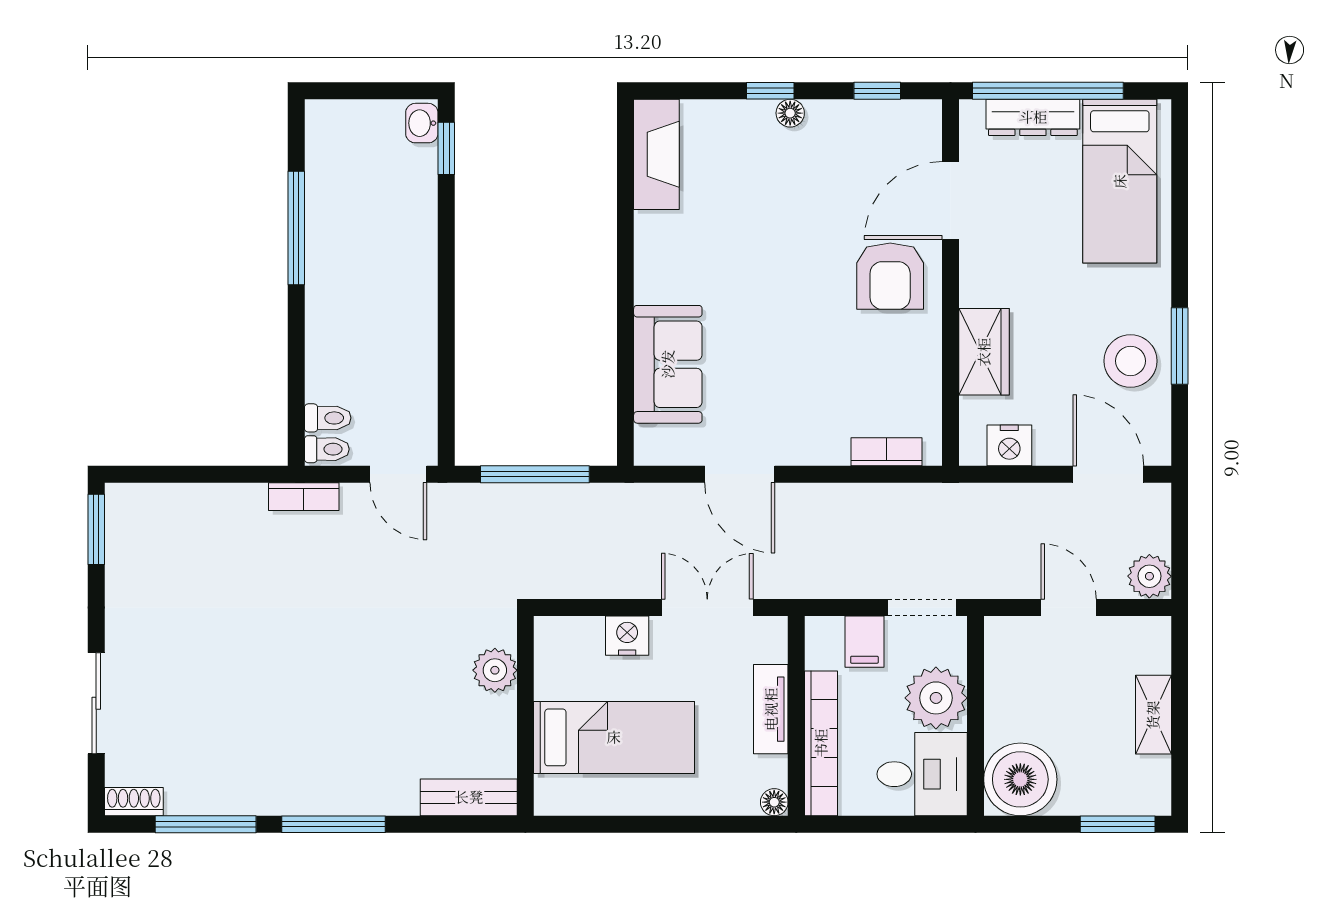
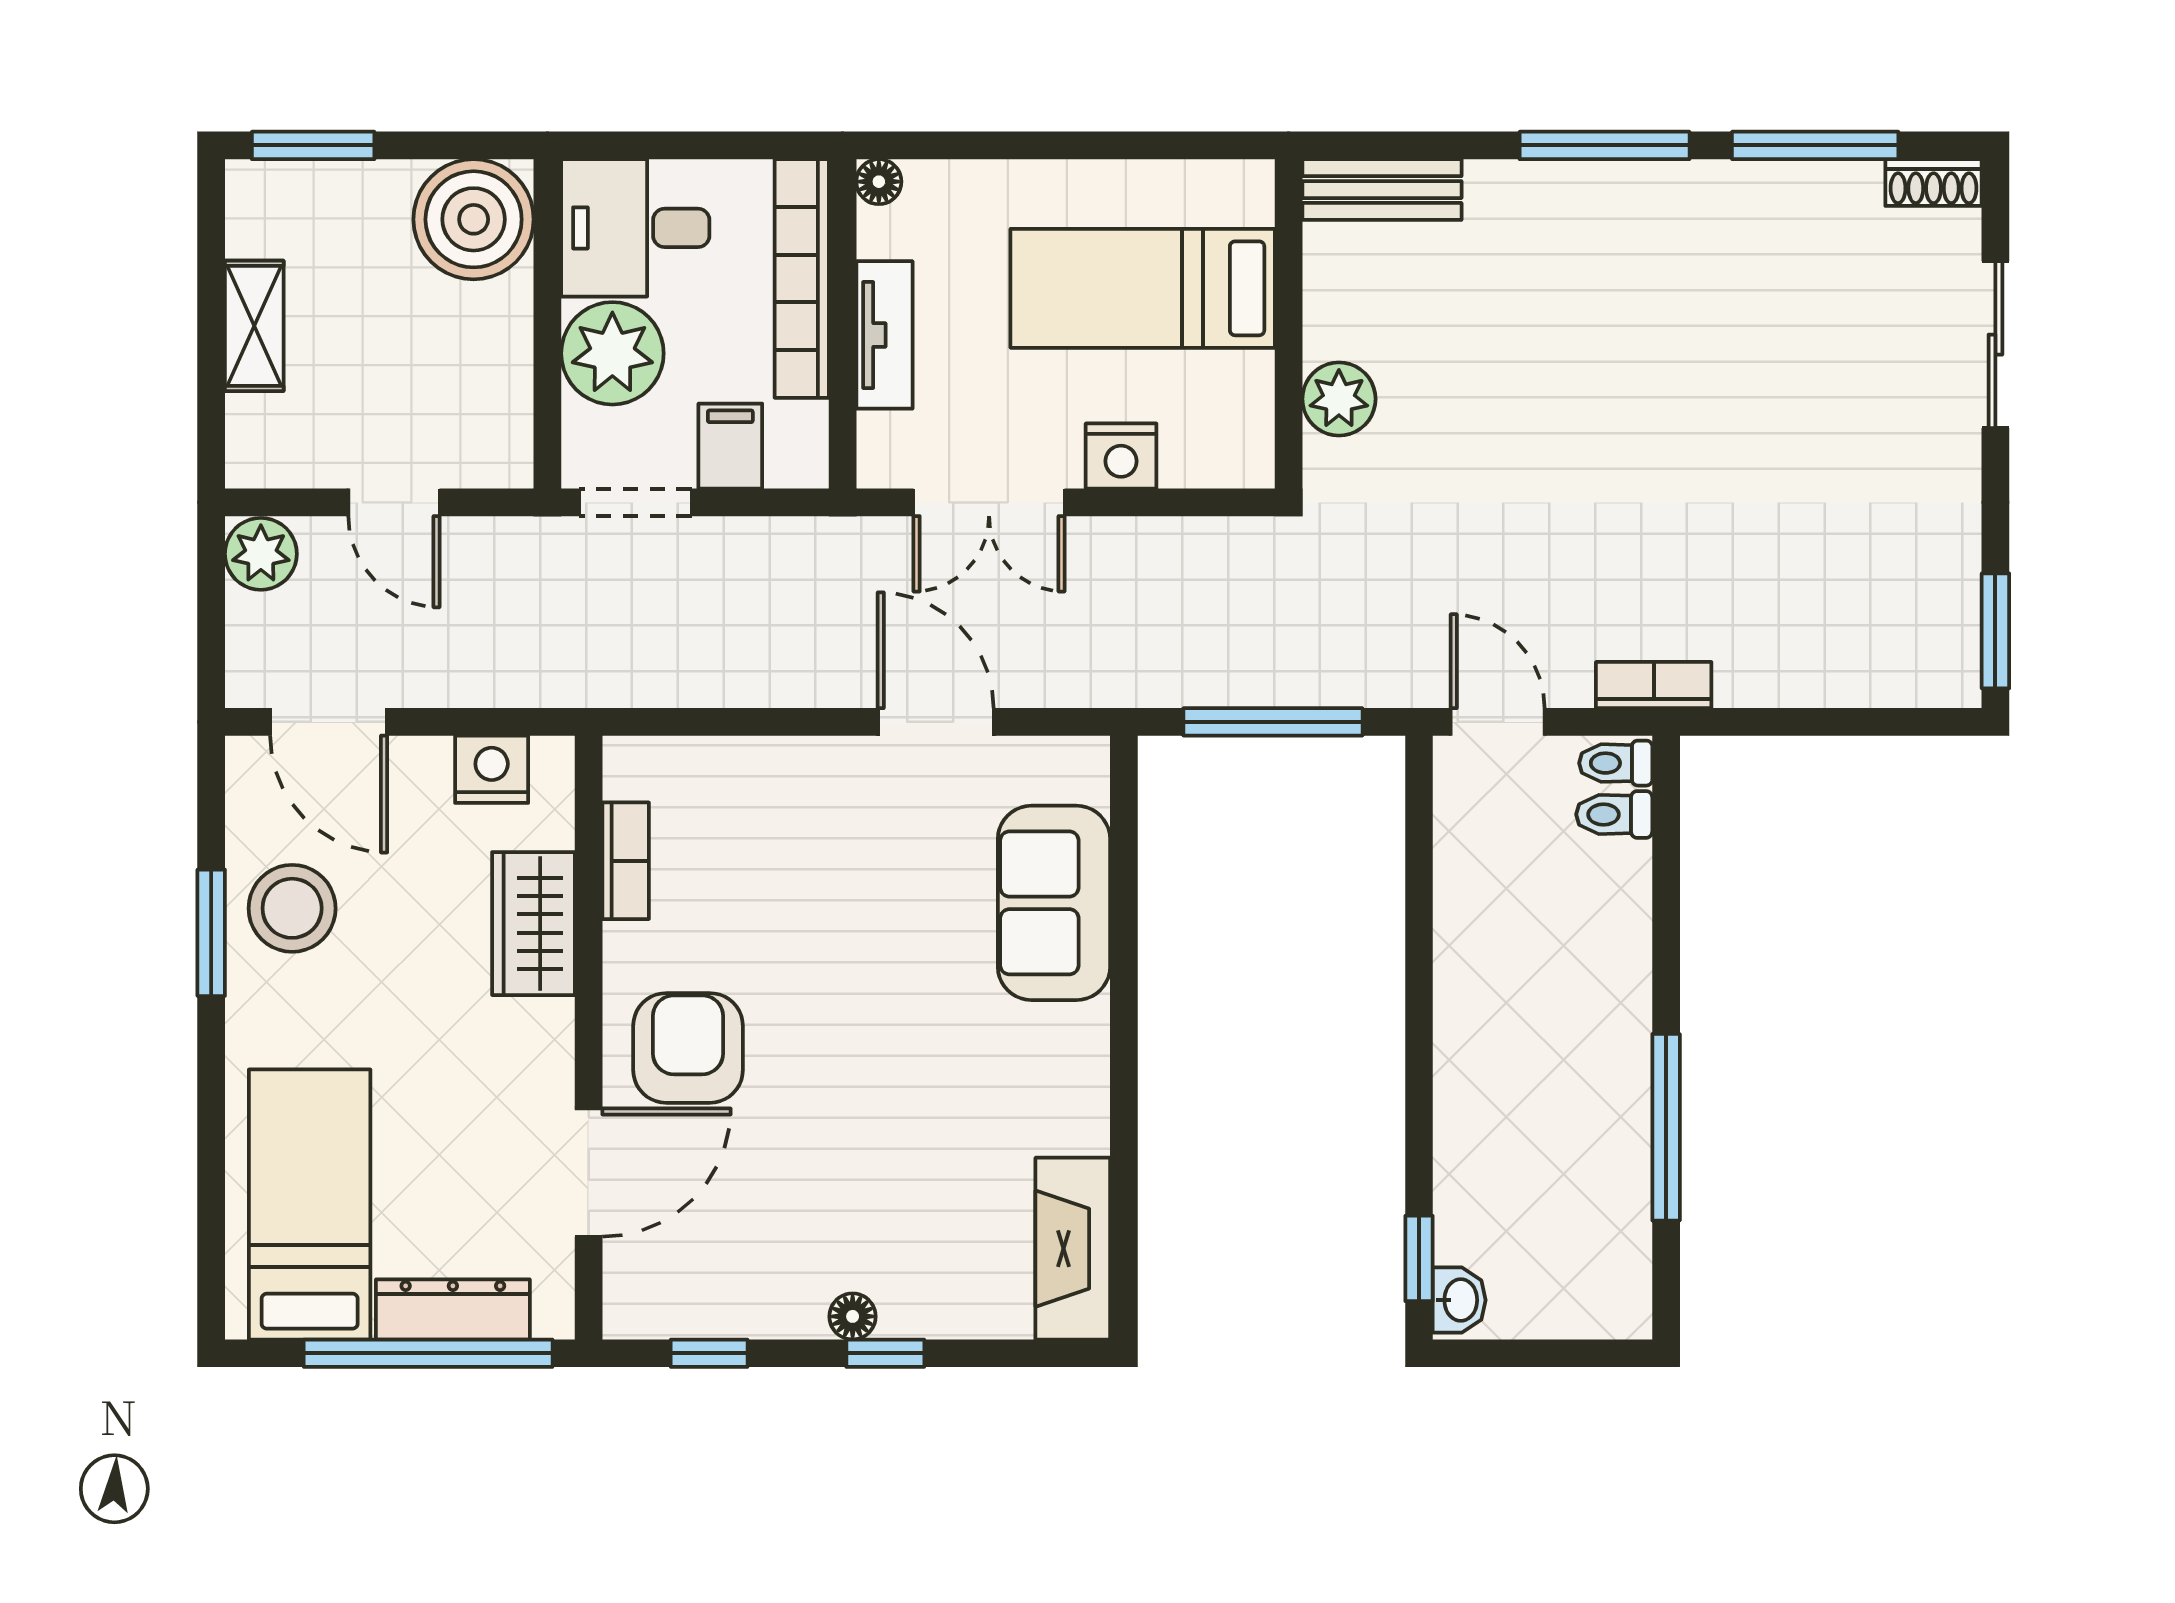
bookcase: (886, 452) -> (626, 861), moved, turned -90

